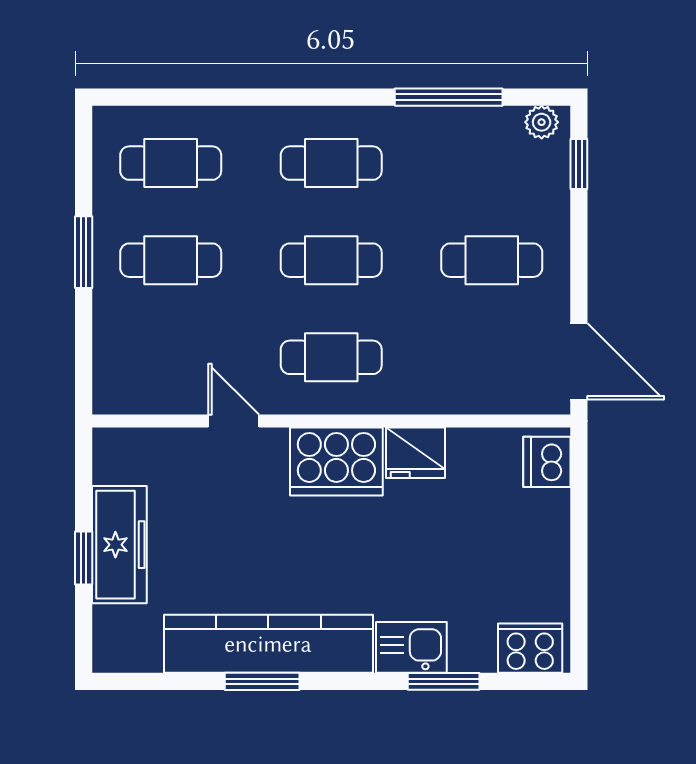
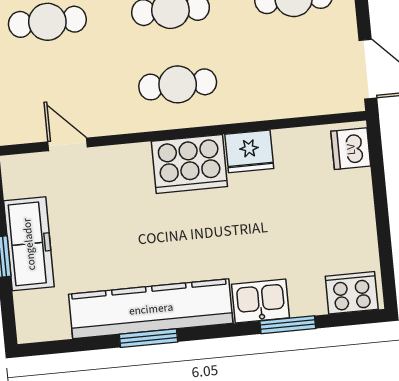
door: (234, 421) -> (68, 144), moved

